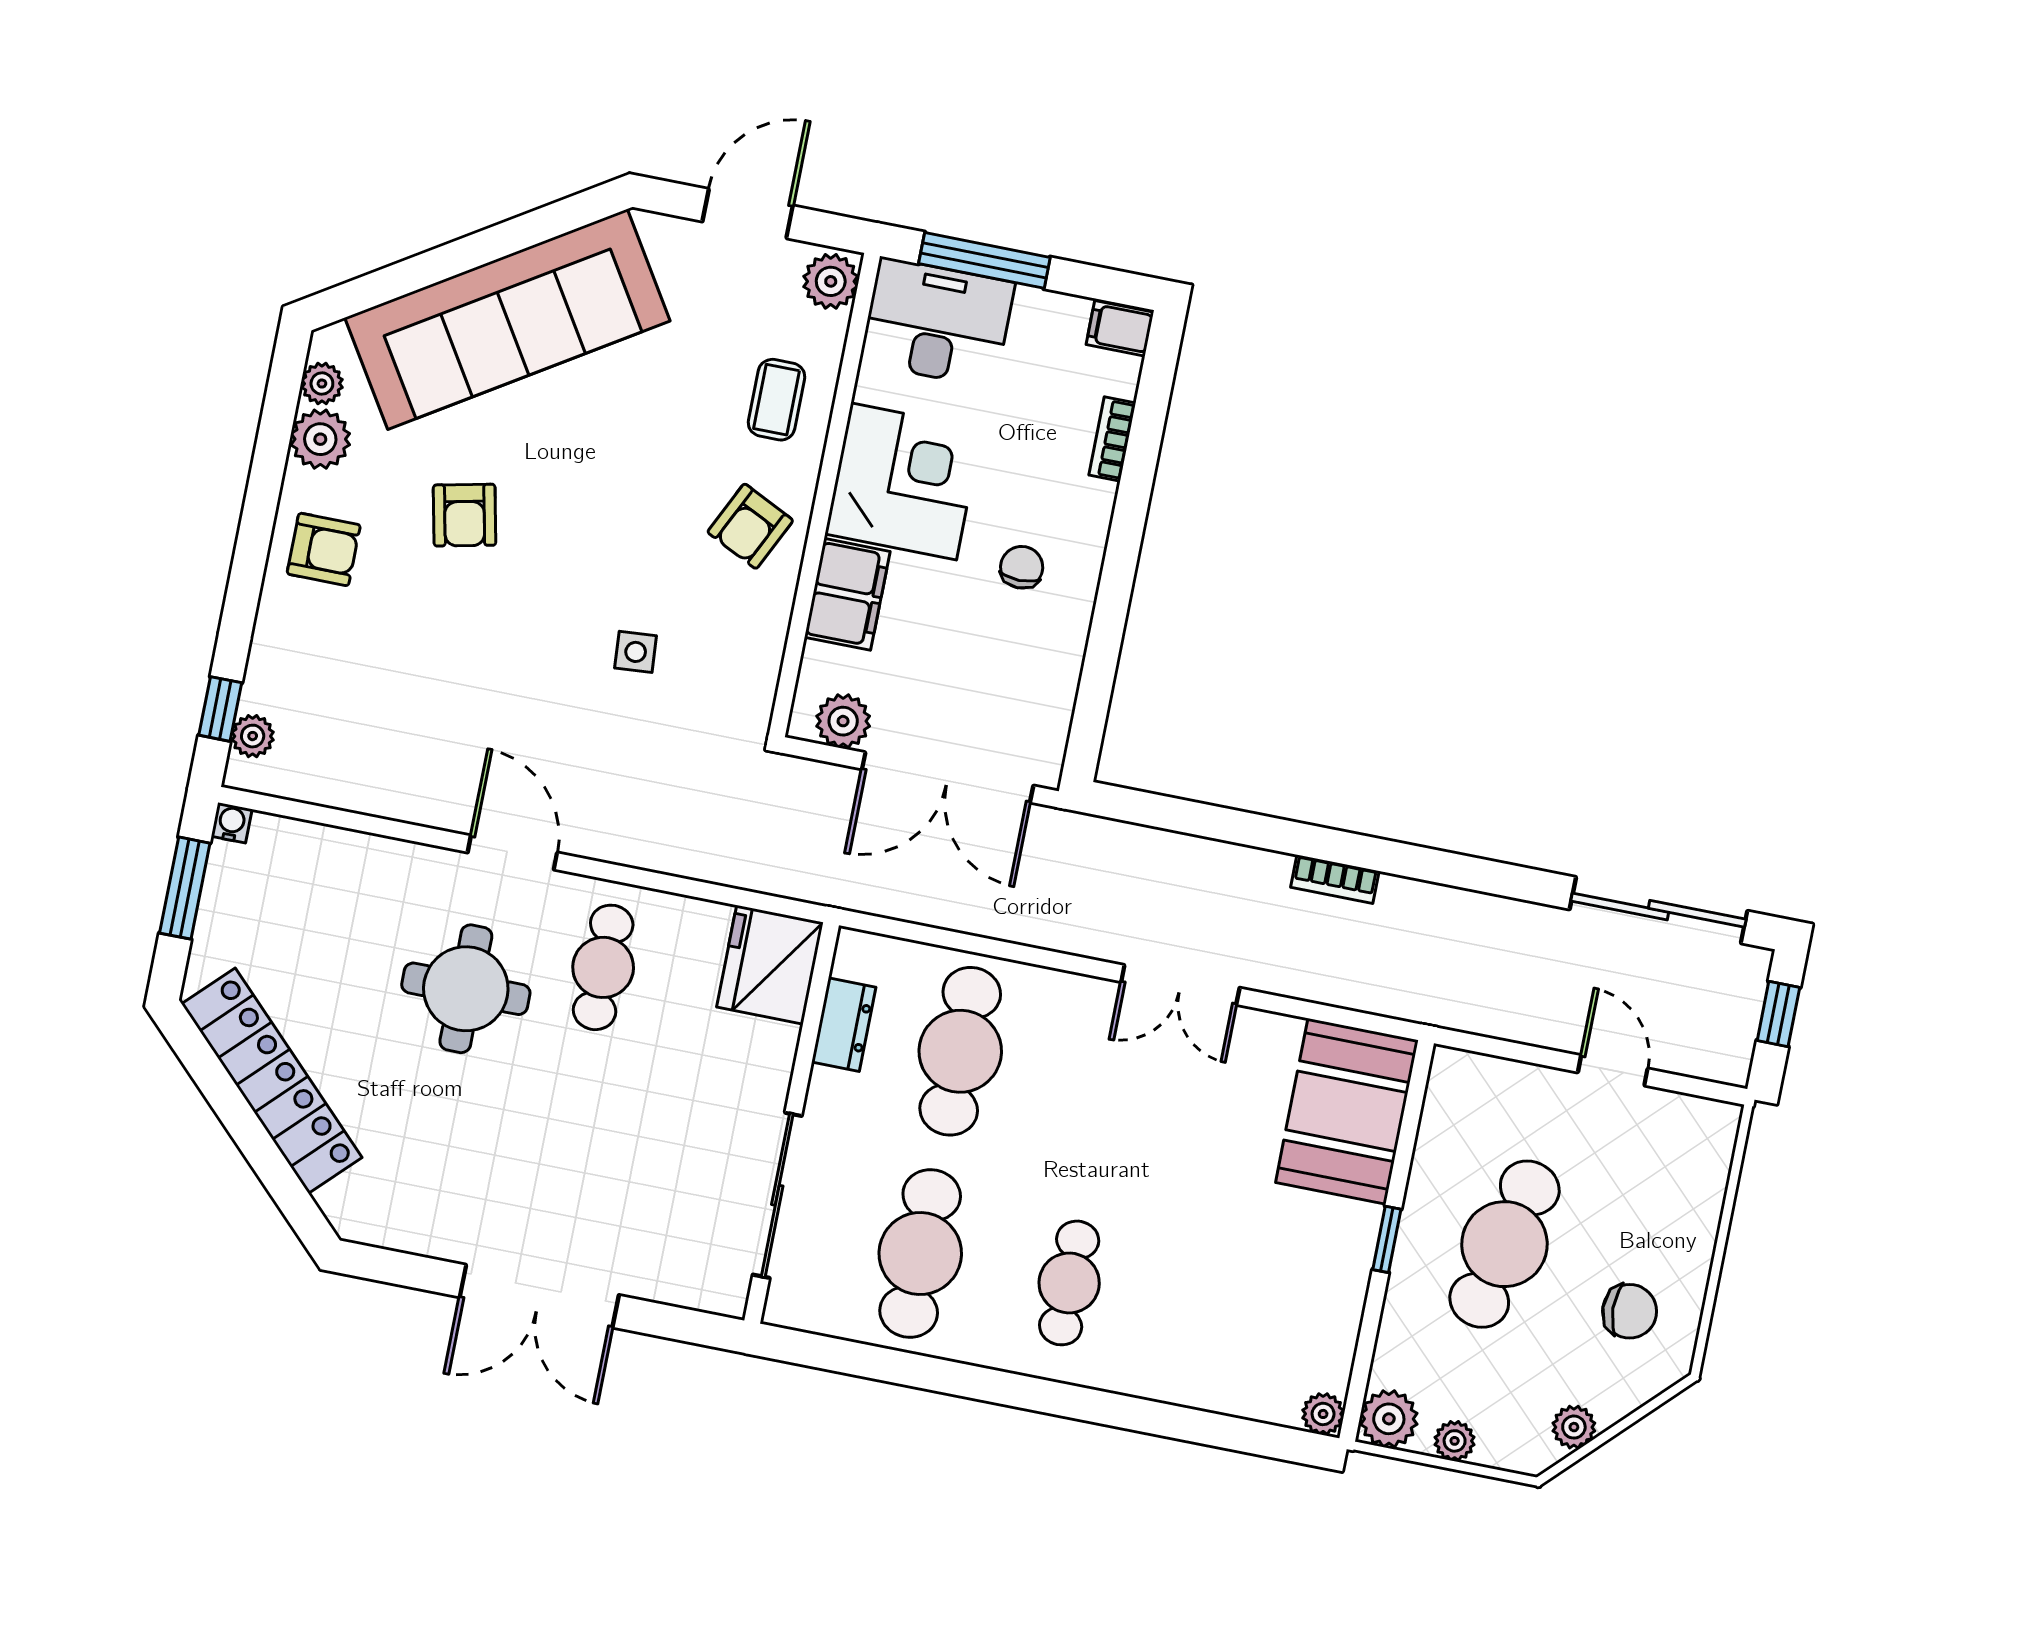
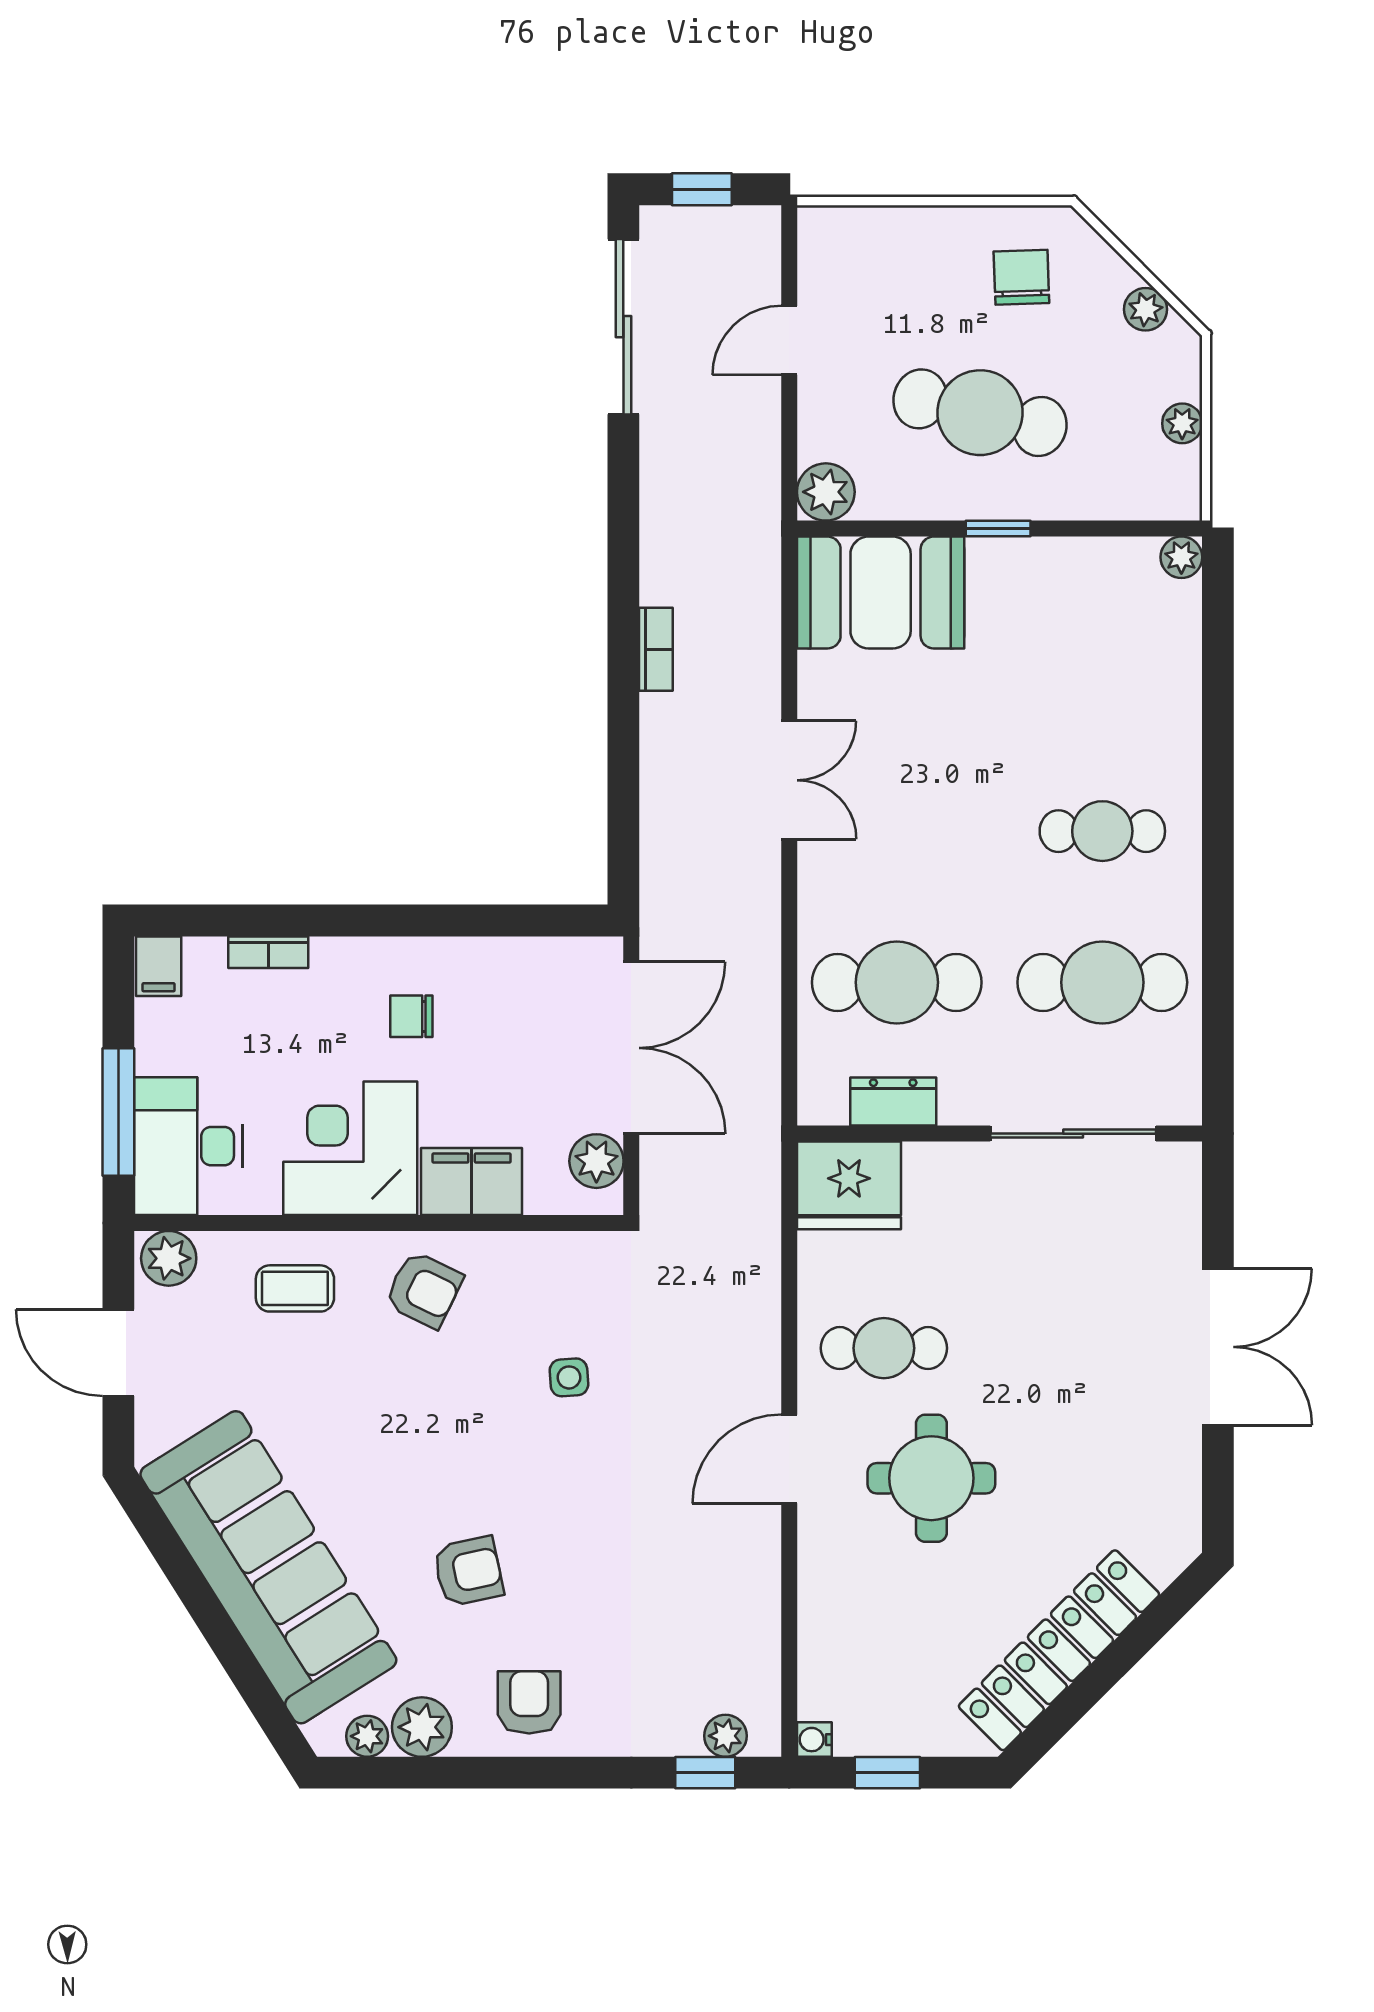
window: (185, 888) -> (887, 1773), width x0.67
plant: (1389, 1419) -> (826, 492), moved

